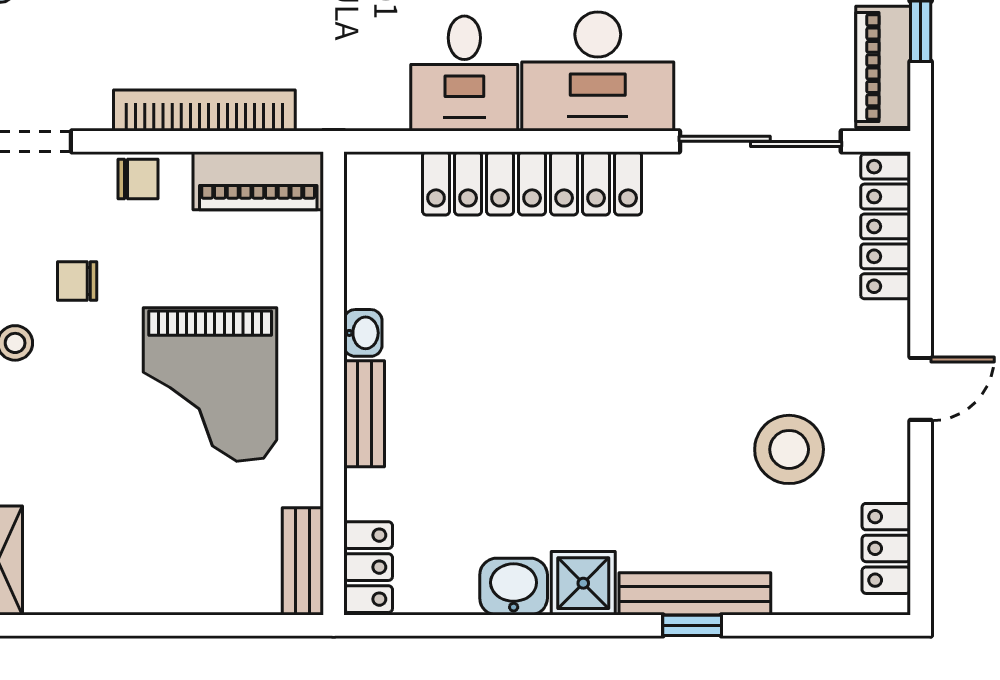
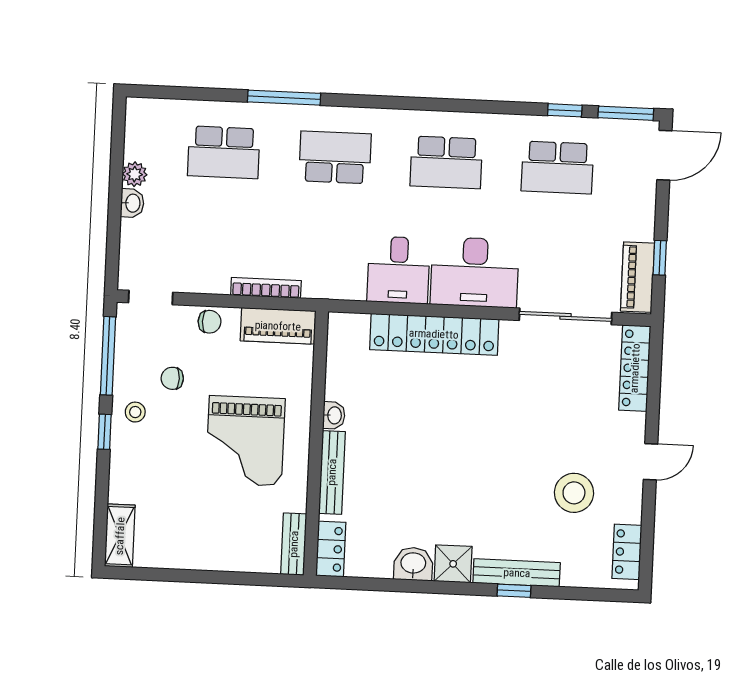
bookcase: (204, 110) -> (266, 288), width x0.68, depth x0.76
bench: (364, 414) -> (332, 472), width x1.36

